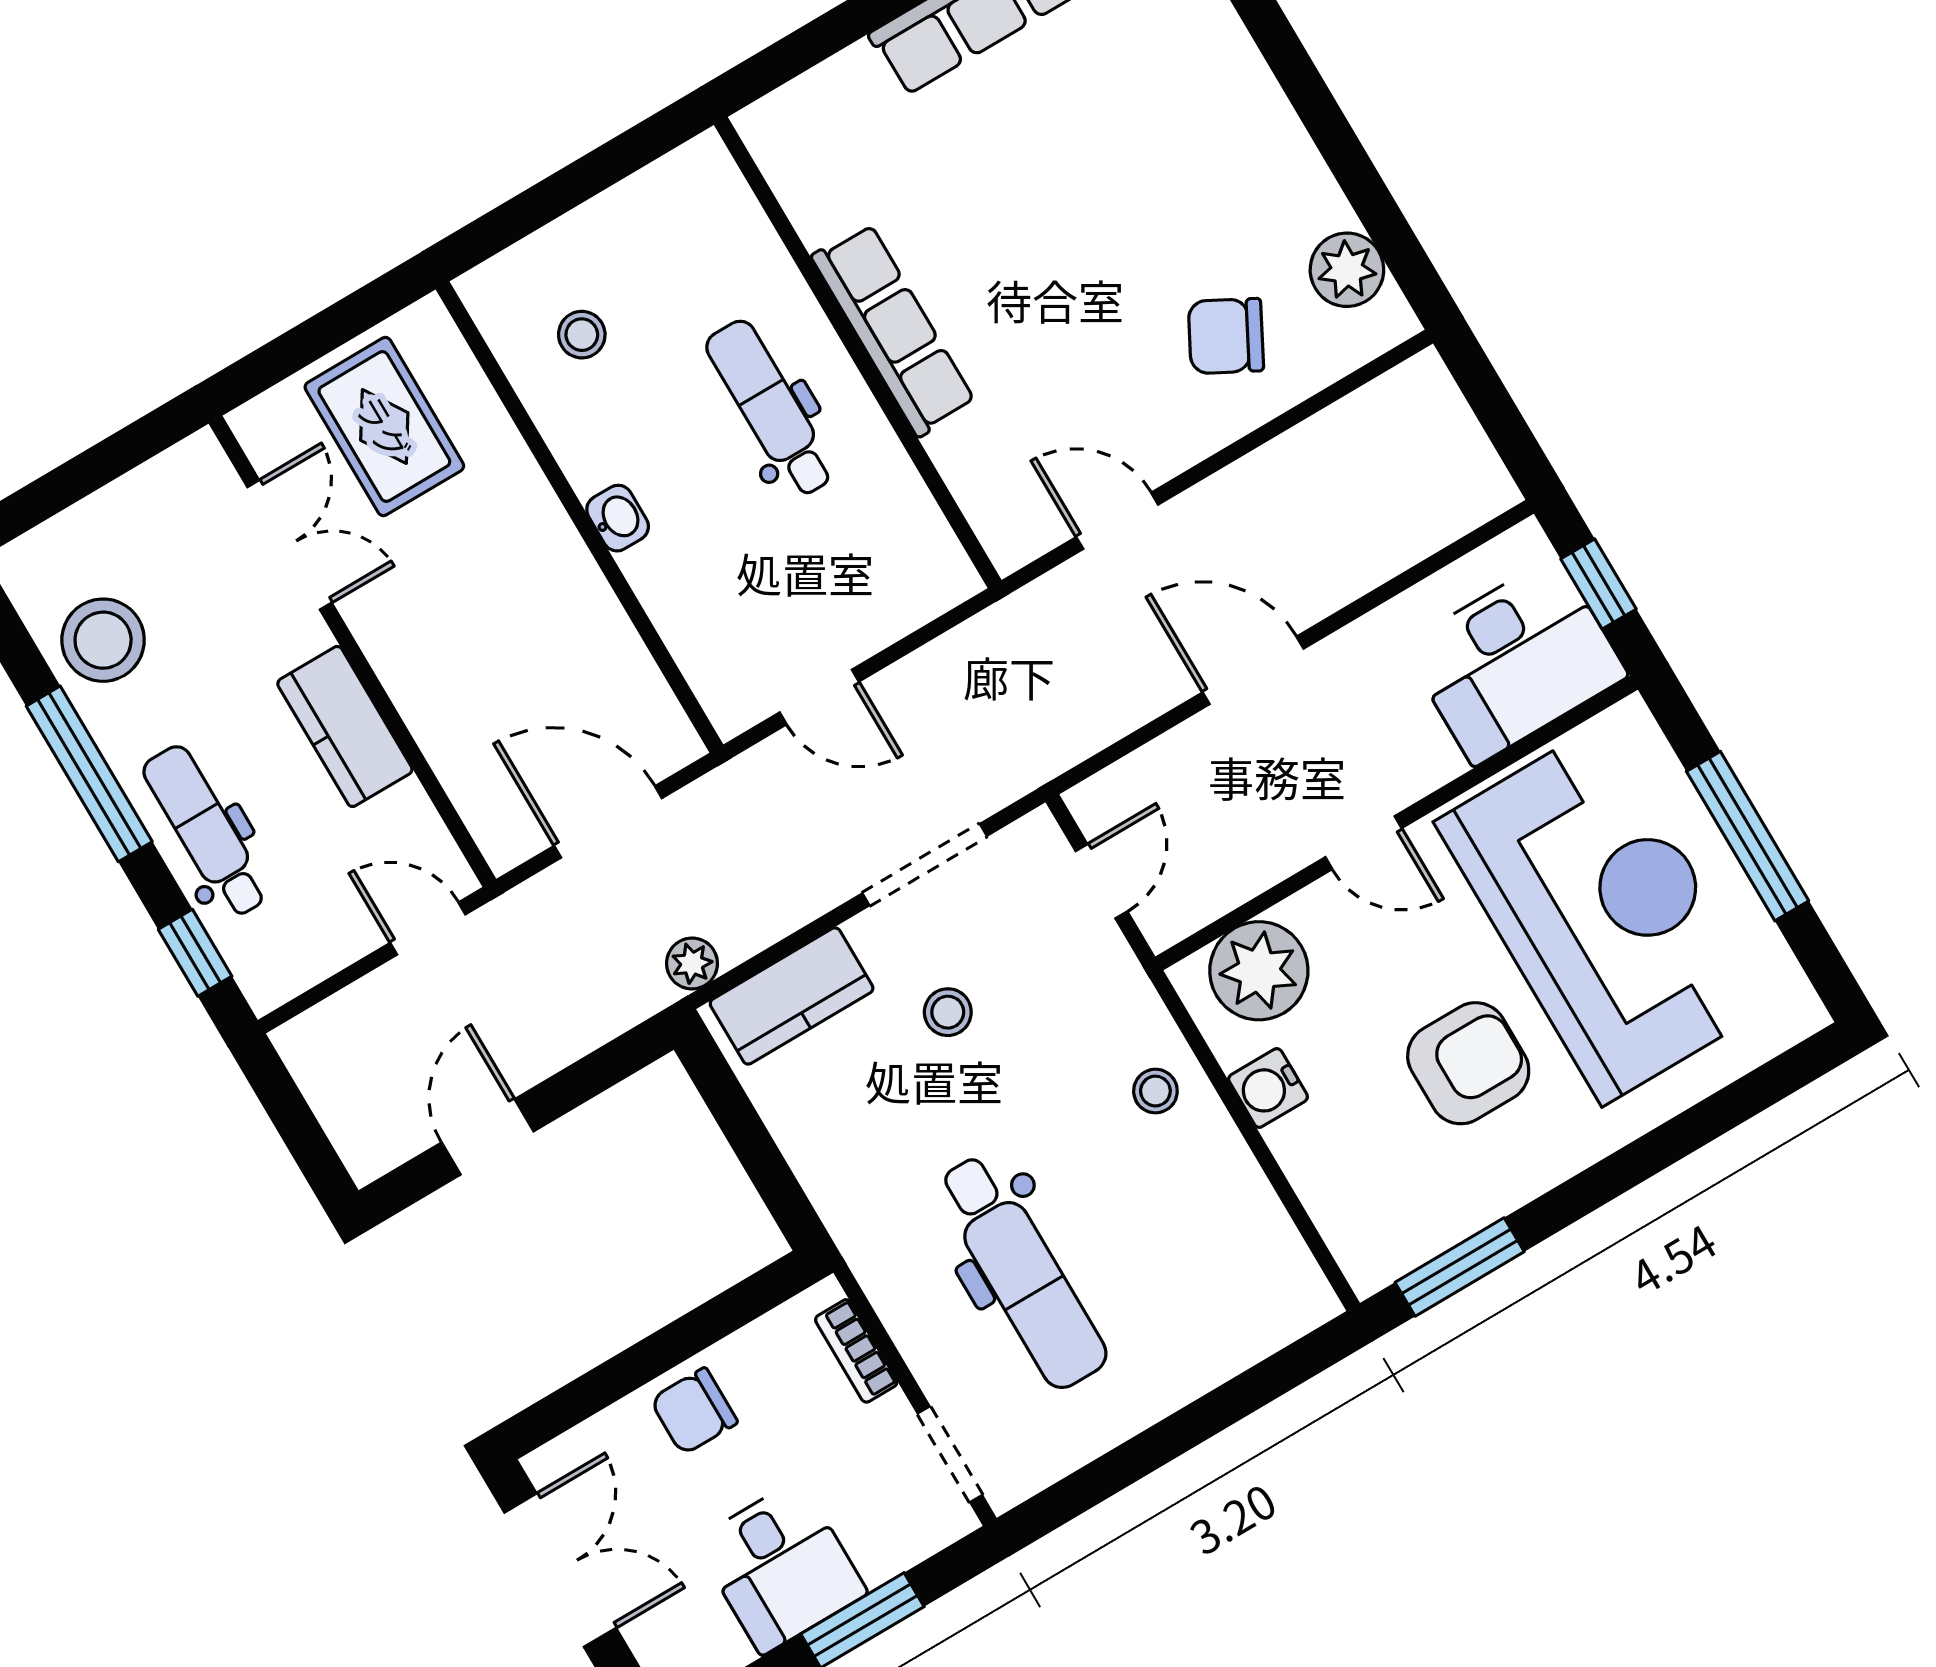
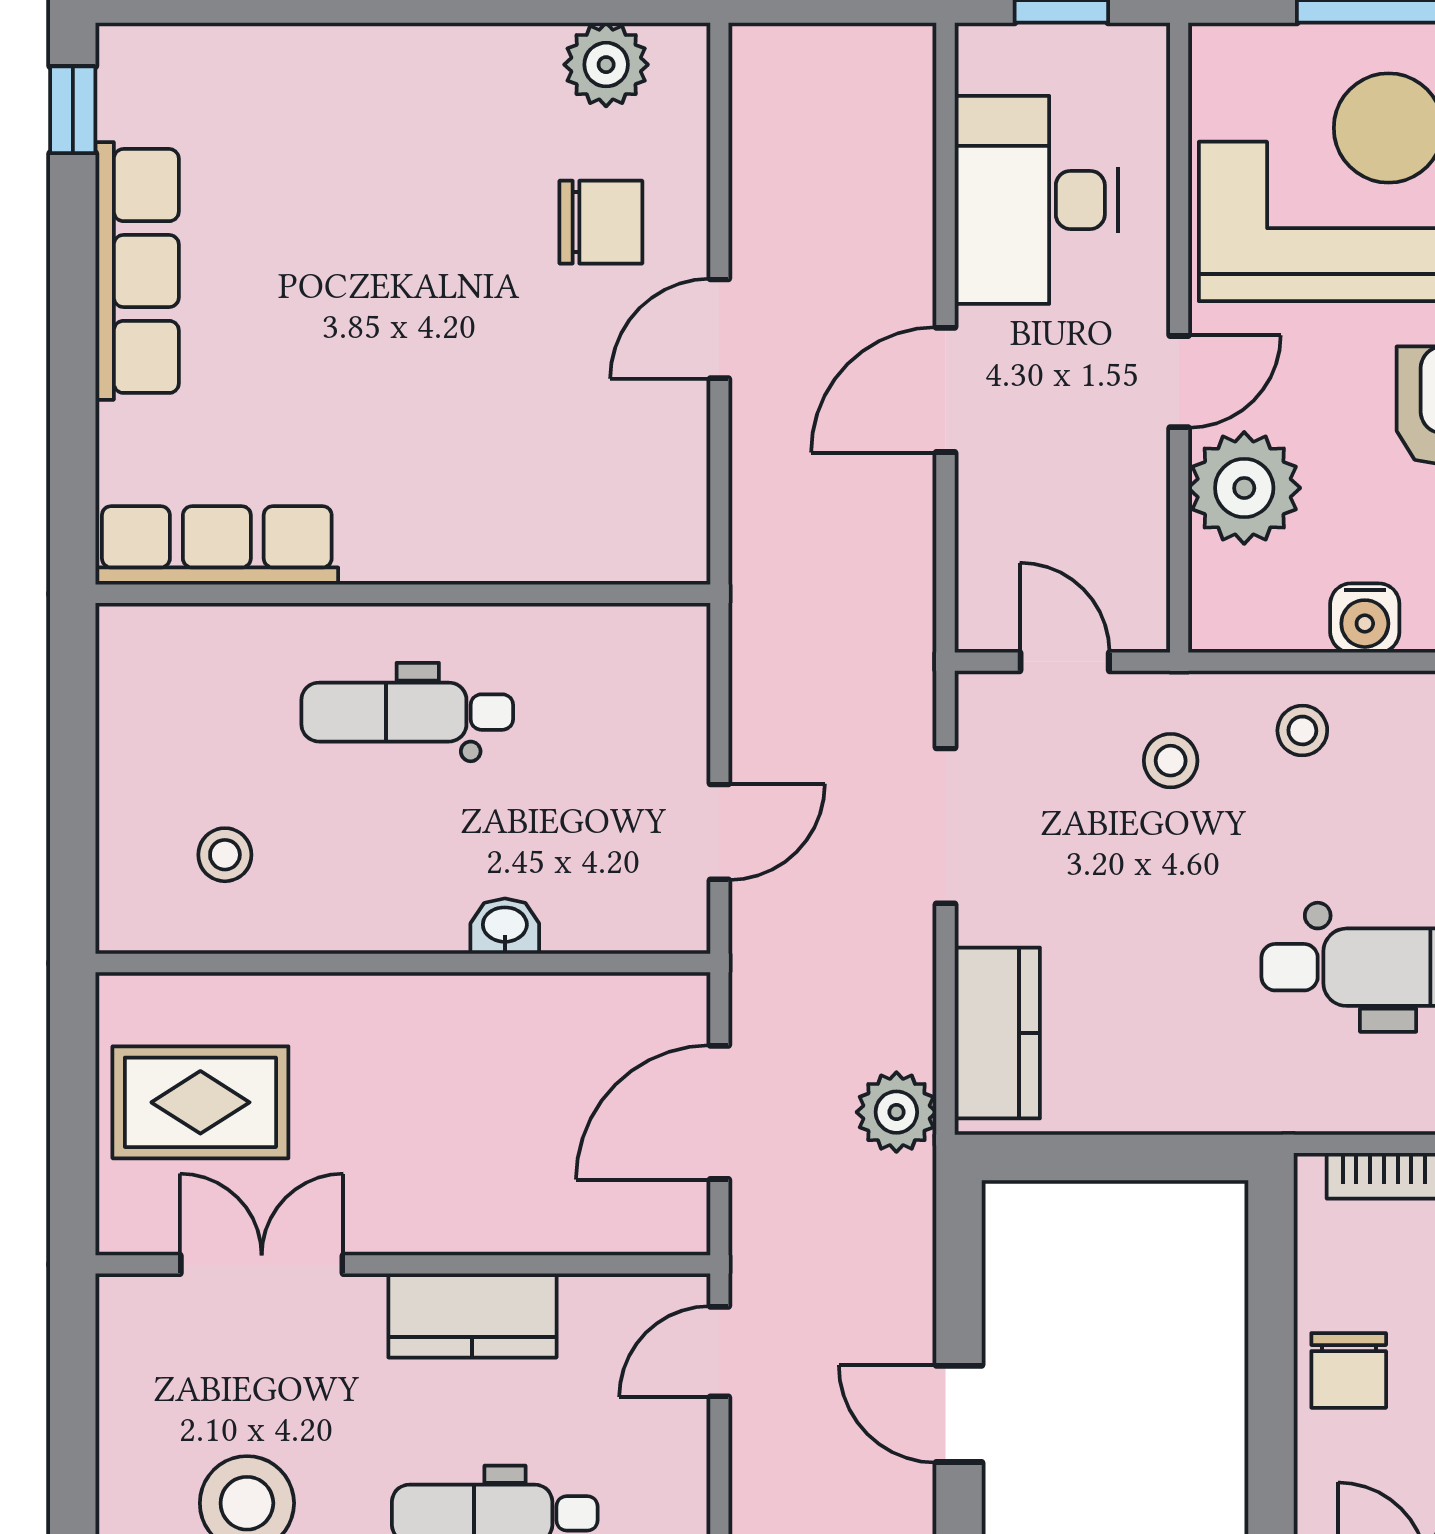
row of seats: (893, 330) -> (217, 545), moved
chair: (1226, 336) -> (601, 222), turned -118
washbasin: (618, 518) -> (505, 926), moved
door: (1117, 521) -> (719, 329), moved
desk: (1515, 661) -> (1036, 200), moved, turned 180
plant: (692, 963) -> (896, 1112), width x1.38, depth x1.38
plant: (1259, 971) -> (1244, 488), moved
stool: (948, 1012) -> (1171, 761), moved

